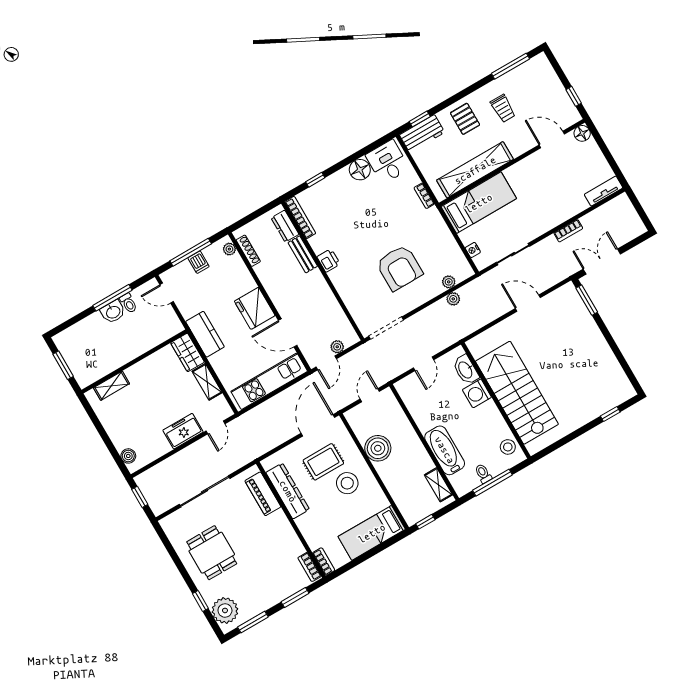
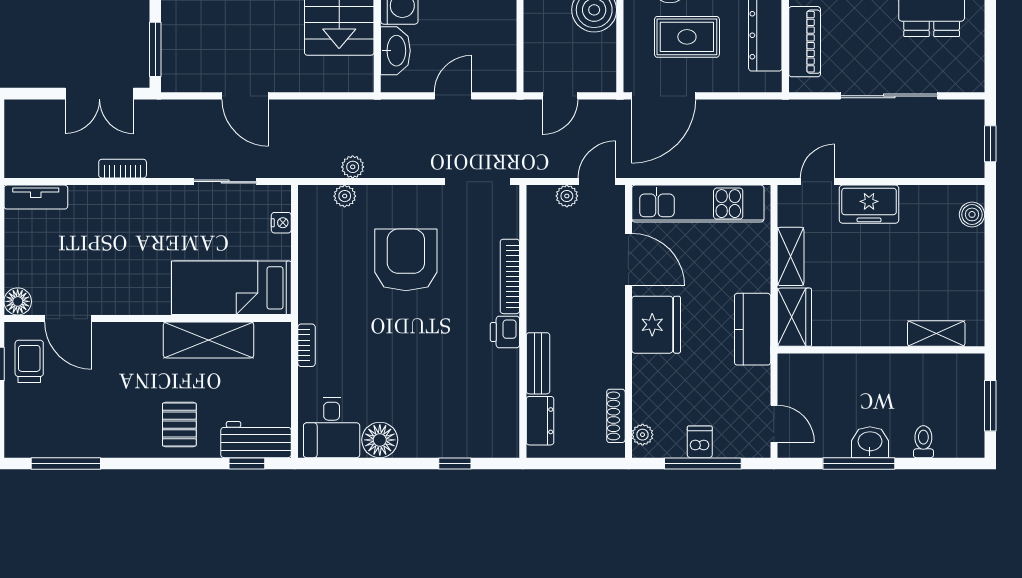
trolley: (503, 108) -> (29, 361), moved
shelving: (475, 170) -> (209, 340), width x0.68
bookcase: (300, 217) -> (510, 276), moved
toilet: (128, 303) -> (923, 442), moved

